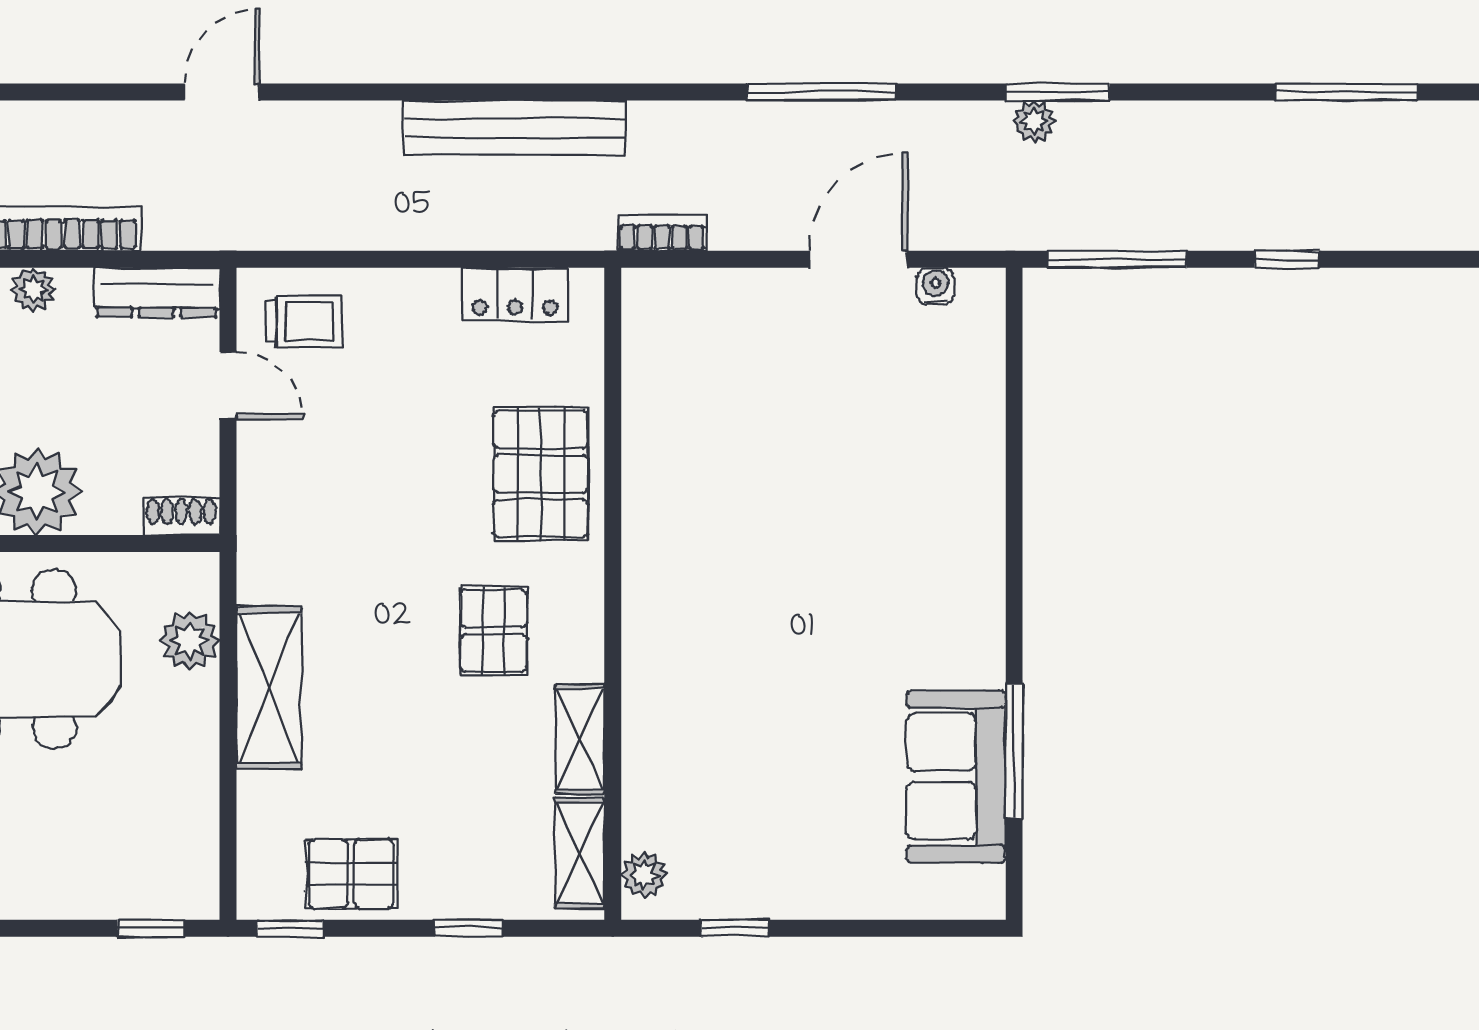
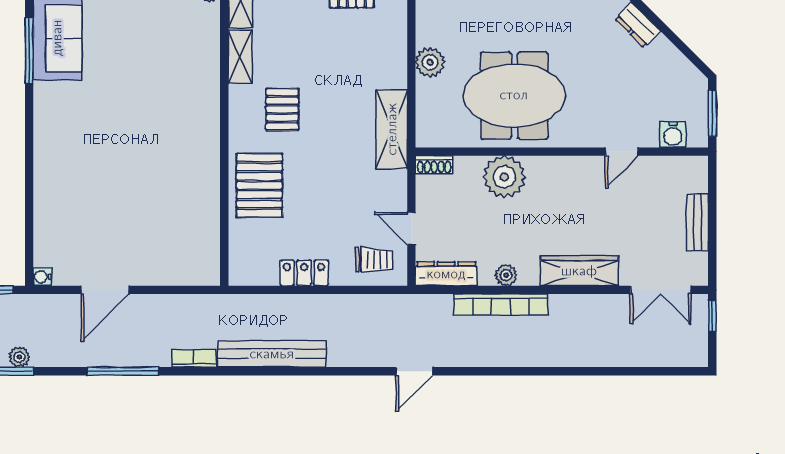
bookcase: (662, 233) -> (194, 358), moved, turned 180
water cooler: (936, 286) -> (42, 277), moved, turned 90
locker: (515, 294) -> (304, 273), moved
trolley: (304, 321) -> (374, 260), turned 180
plant: (190, 641) -> (430, 62), moved
shelving: (269, 688) -> (392, 129), moved

